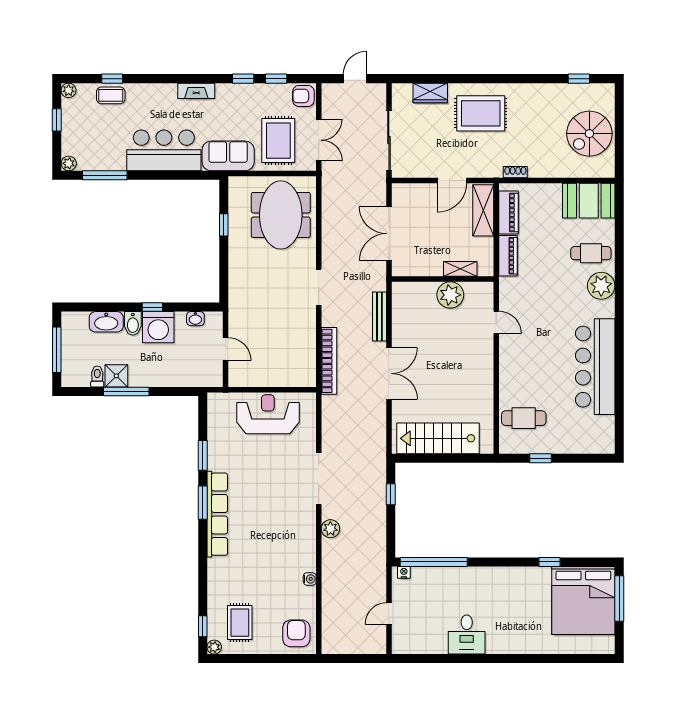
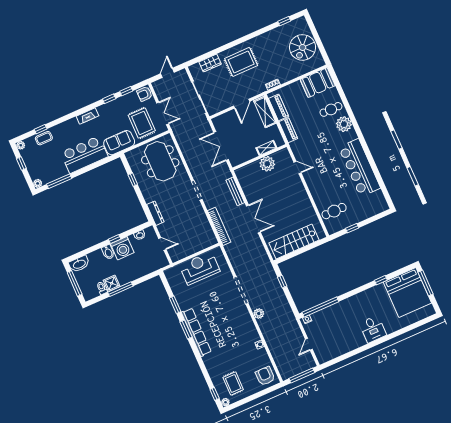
dresser: (236, 295) -> (155, 213), added
washbasin: (106, 322) -> (79, 264), moved
desk: (467, 635) -> (373, 329), moved
window: (355, 659) -> (302, 376), added

